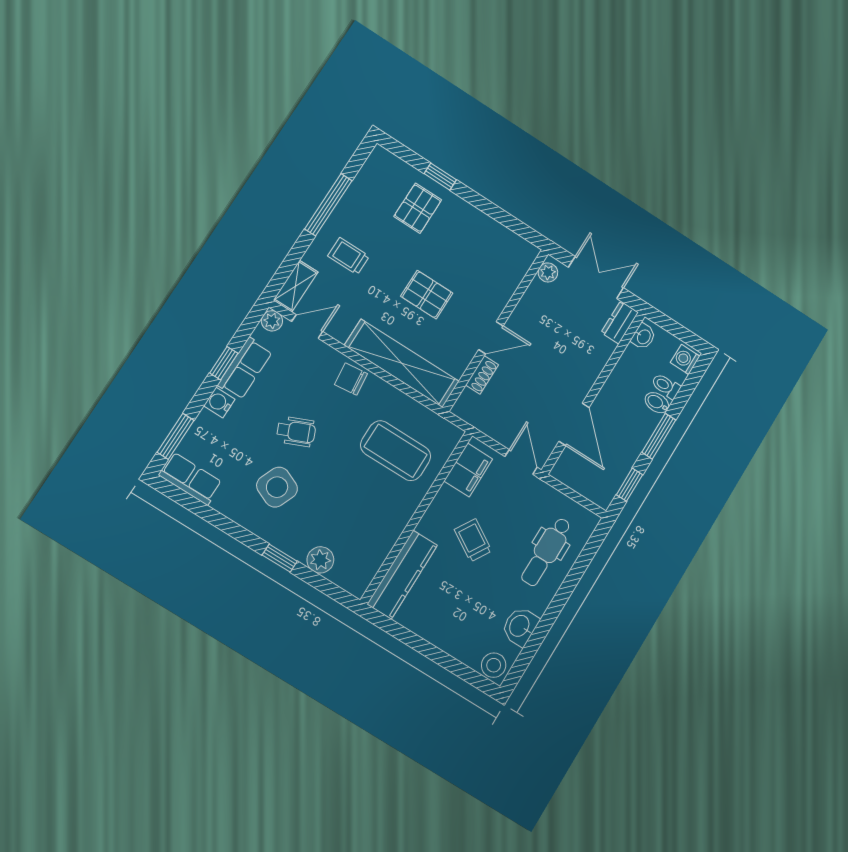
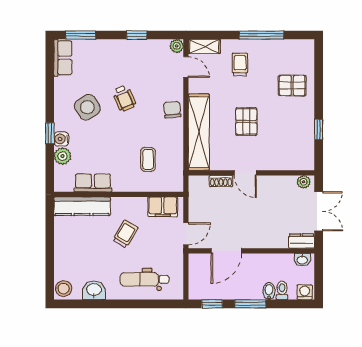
window: (440, 177) -> (319, 130), moved
row of seats: (245, 368) -> (93, 183), moved, turned 180
water cooler: (219, 403) -> (61, 139), moved, turned -90
coffee table: (396, 451) -> (148, 159), width x0.54, depth x0.58
side table: (277, 487) -> (87, 107), turned 34

